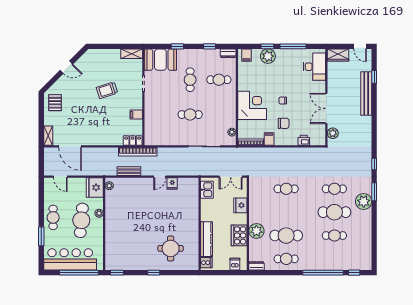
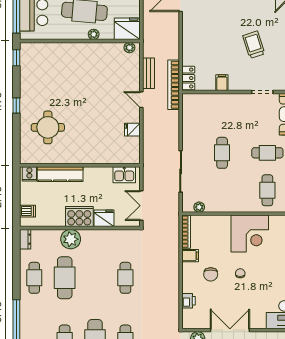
corner desk: (252, 105) -> (250, 234), moved
door: (160, 177) -> (141, 100), moved
cooker: (239, 235) -> (79, 217), moved

